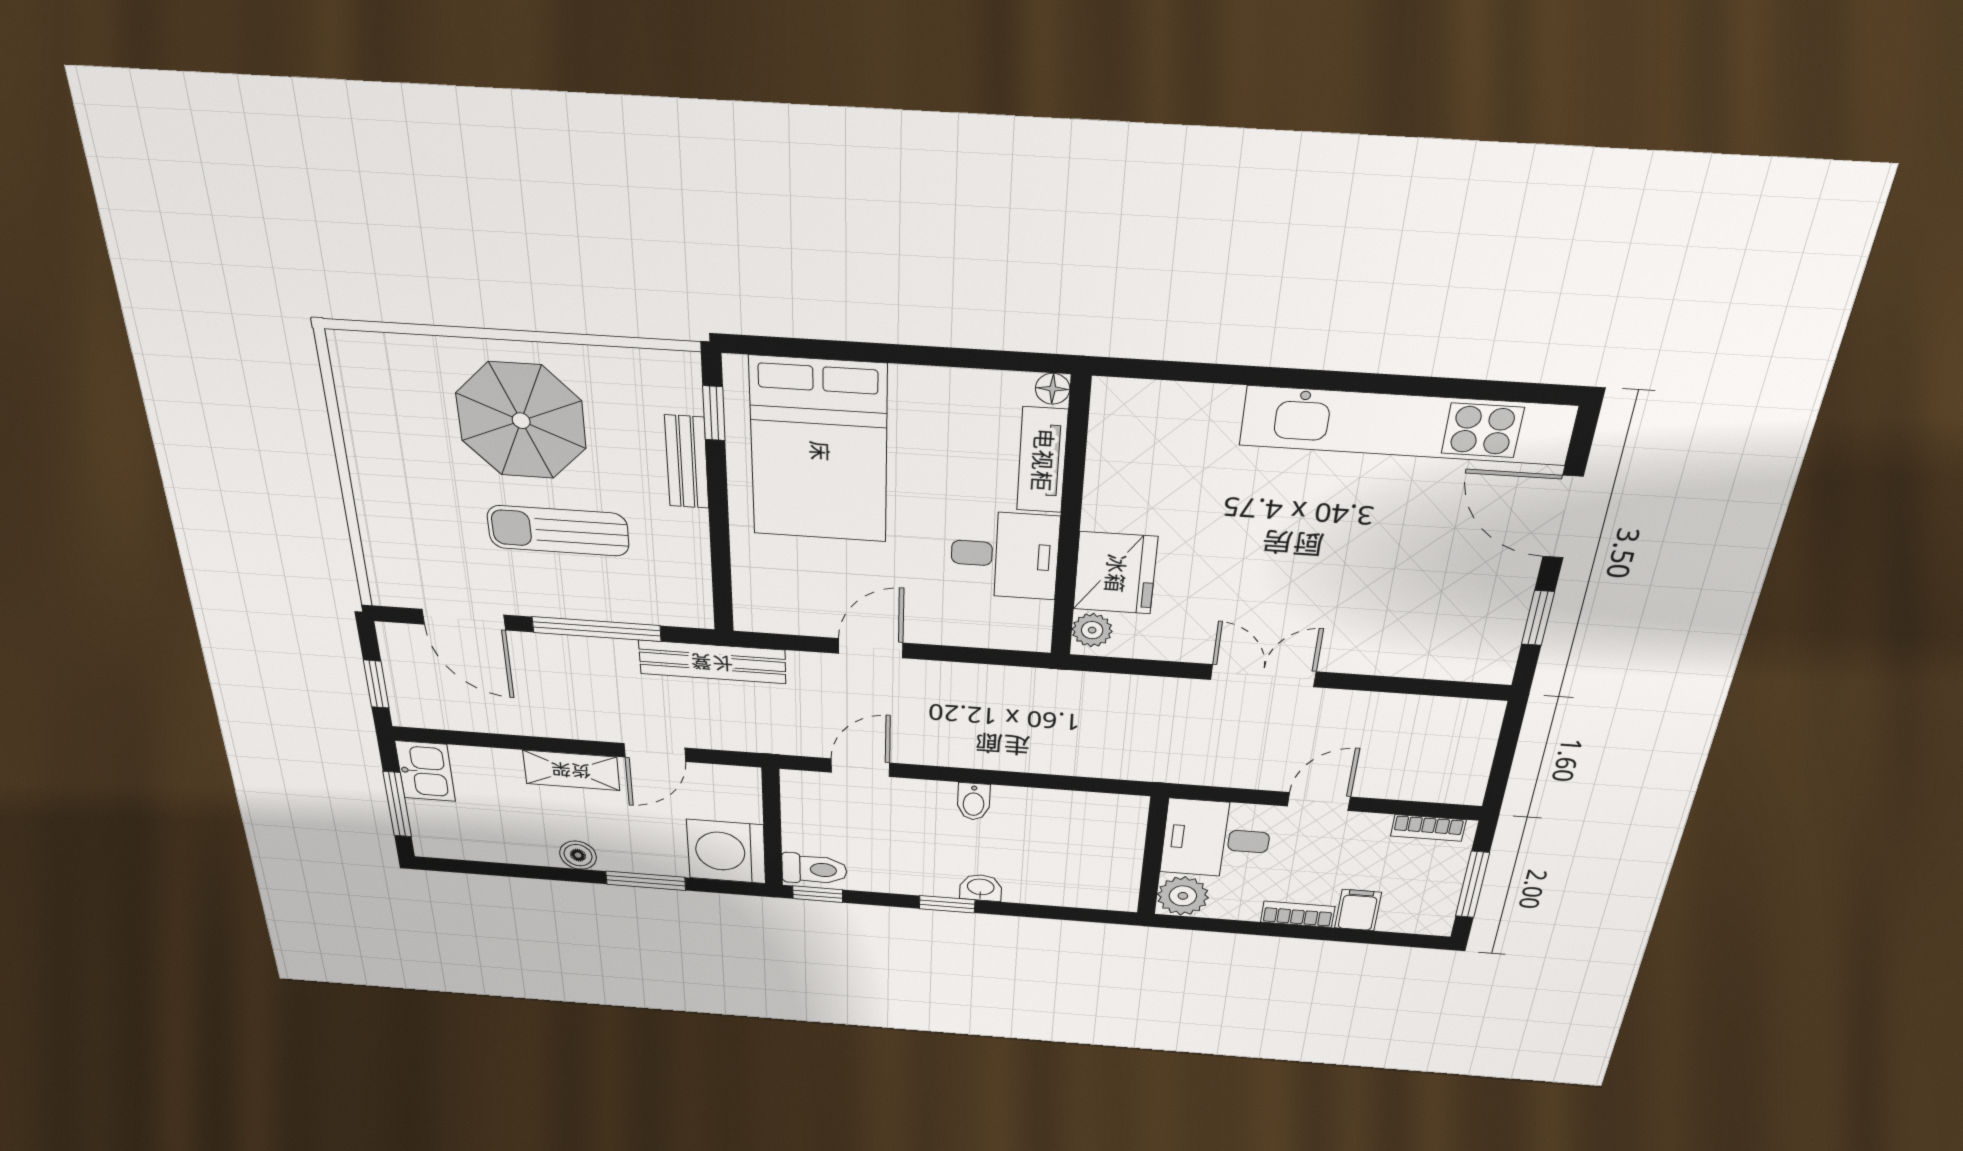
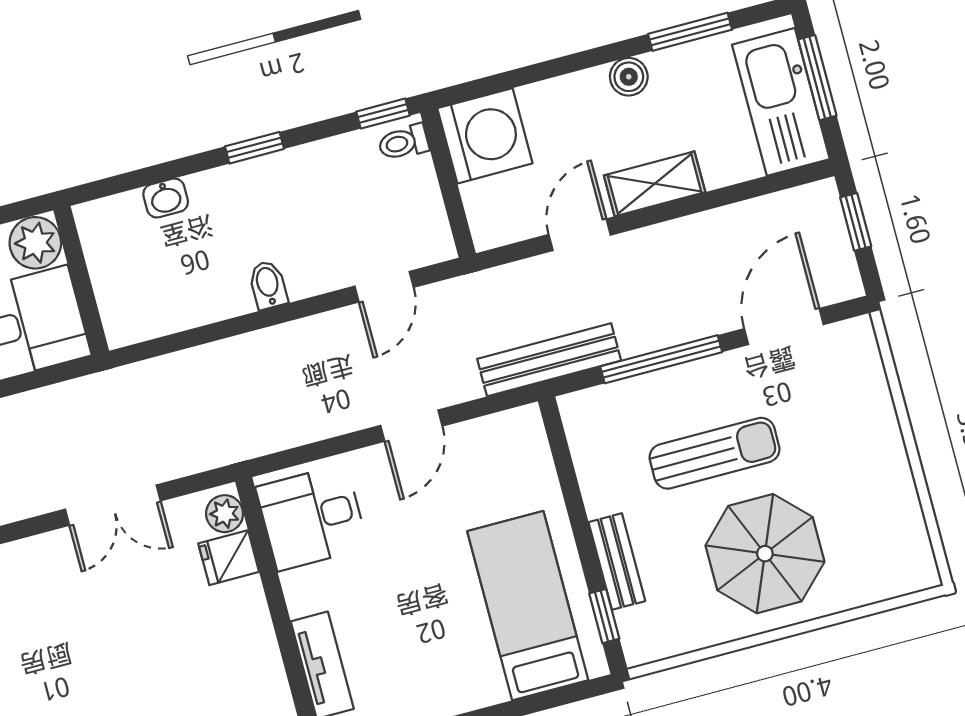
bed: (819, 451) -> (528, 606), width x0.67
desk: (1005, 555) -> (312, 517), moved
fridge: (1115, 573) -> (229, 558), width x0.53, depth x0.75
door: (464, 620) -> (784, 327), hinge flipped
double door: (1263, 676) -> (113, 505), moved
kitchen sink: (425, 771) -> (781, 102), width x1.87, depth x1.24
toilet: (814, 869) -> (403, 142), width x0.73, depth x0.72
window: (646, 881) -> (690, 32), moved
washbasin: (981, 888) -> (166, 198), moved

